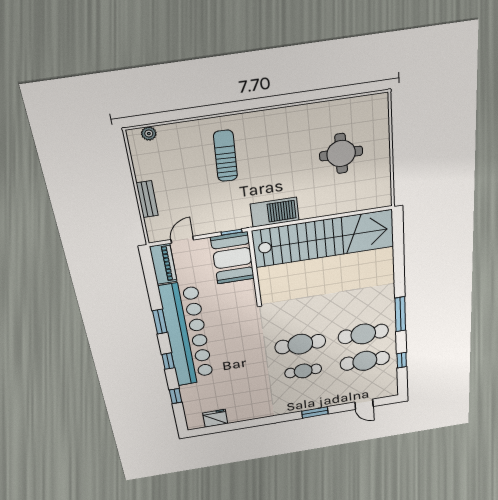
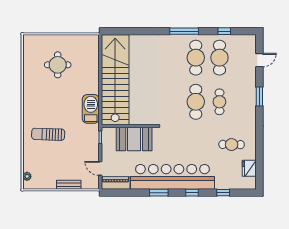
booth: (233, 258) -> (134, 139), moved
cafe table: (245, 394) -> (232, 145), added

